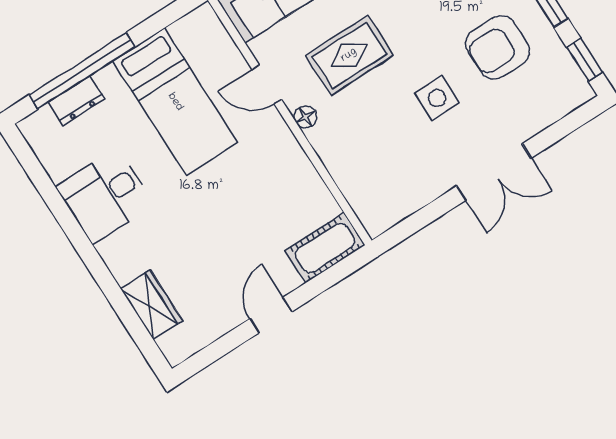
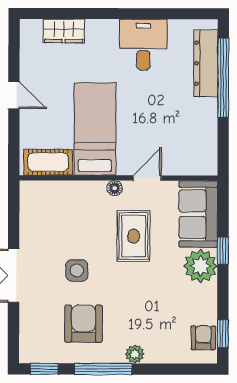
dresser: (77, 101) -> (206, 63), width x1.96, depth x1.24
bed: (175, 102) -> (95, 129), moved, turned 90
cot: (325, 248) -> (48, 162), moved, turned 90

